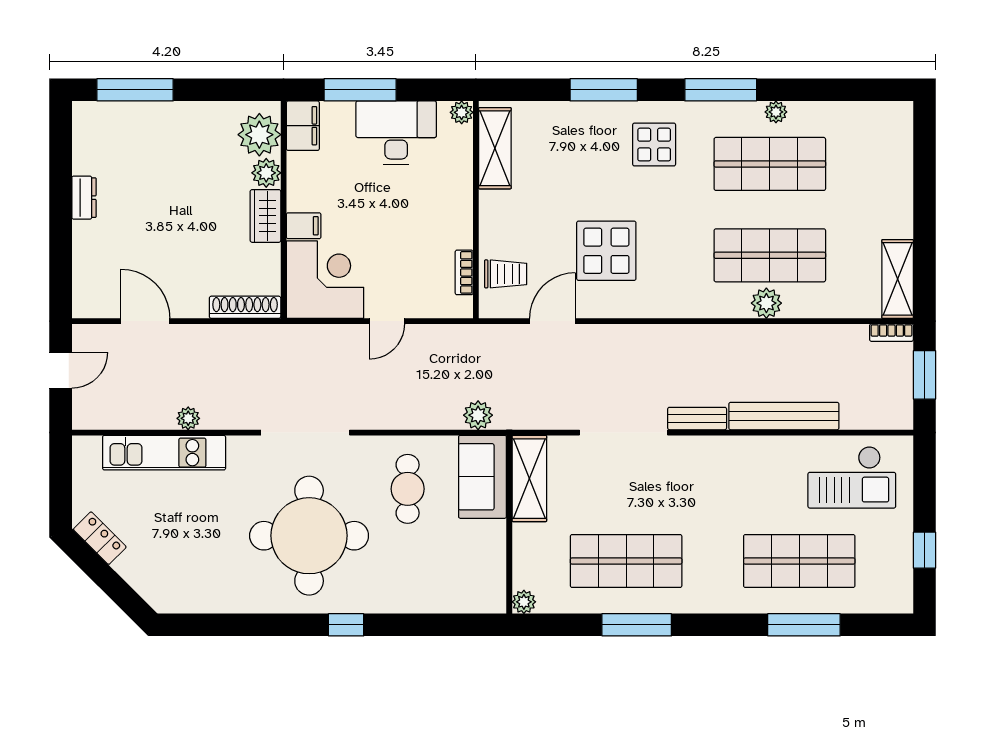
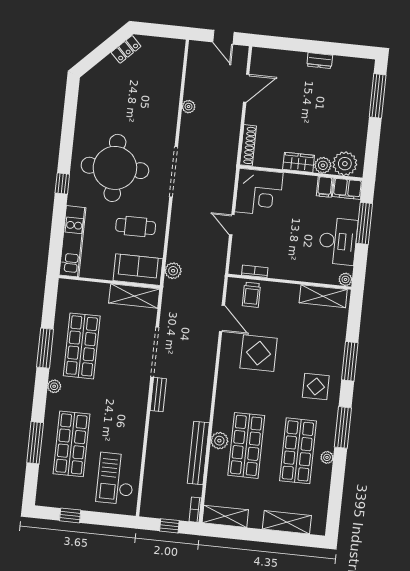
shelving: (897, 170) -> (287, 522), added
filing cabinet: (304, 226) -> (325, 187), moved
window: (924, 375) -> (169, 526), width x0.67
bench: (784, 416) -> (198, 453), moved
kitchen unit: (164, 453) -> (73, 241), moved, turned 180
plant: (524, 602) -> (54, 386), moved

